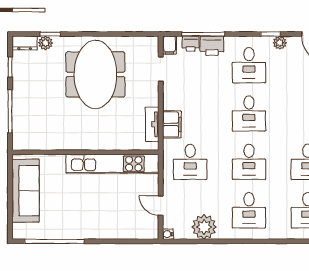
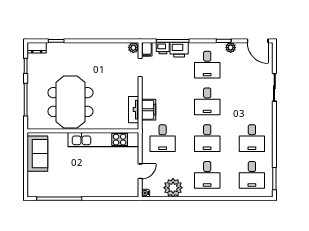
plant: (45, 43) -> (133, 48), moved
meeting table: (95, 74) -> (70, 102), moved
sofa: (26, 191) -> (37, 154), width x0.73
door: (161, 206) -> (140, 171), swing flipped

